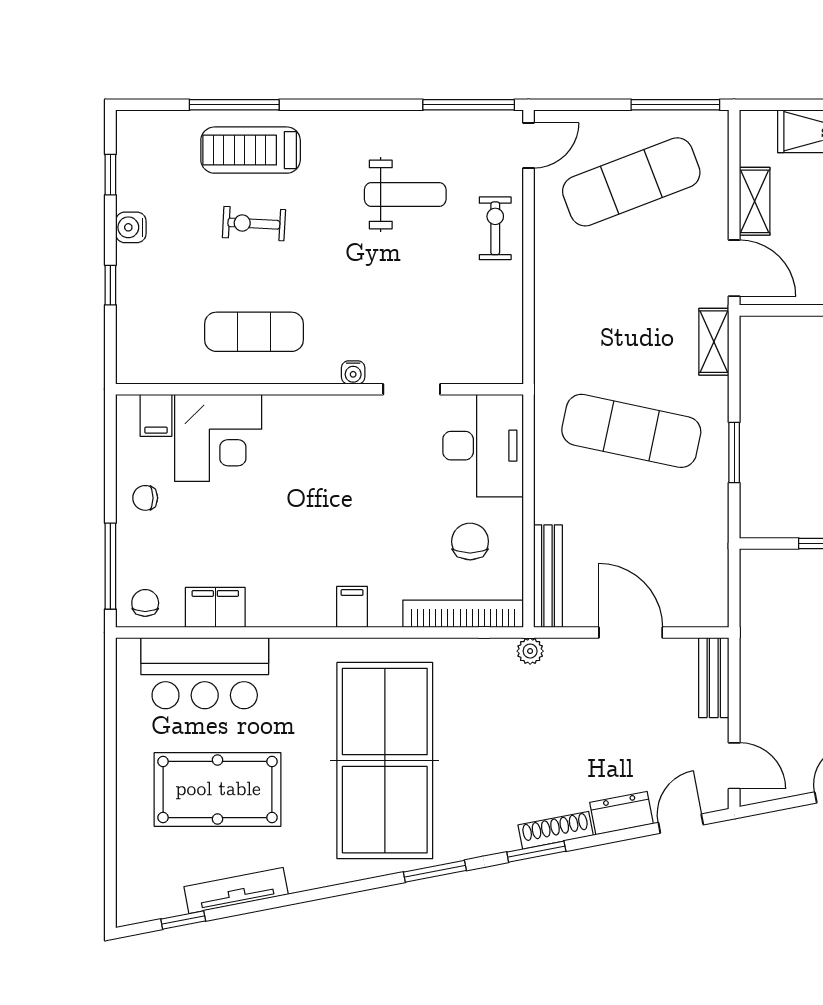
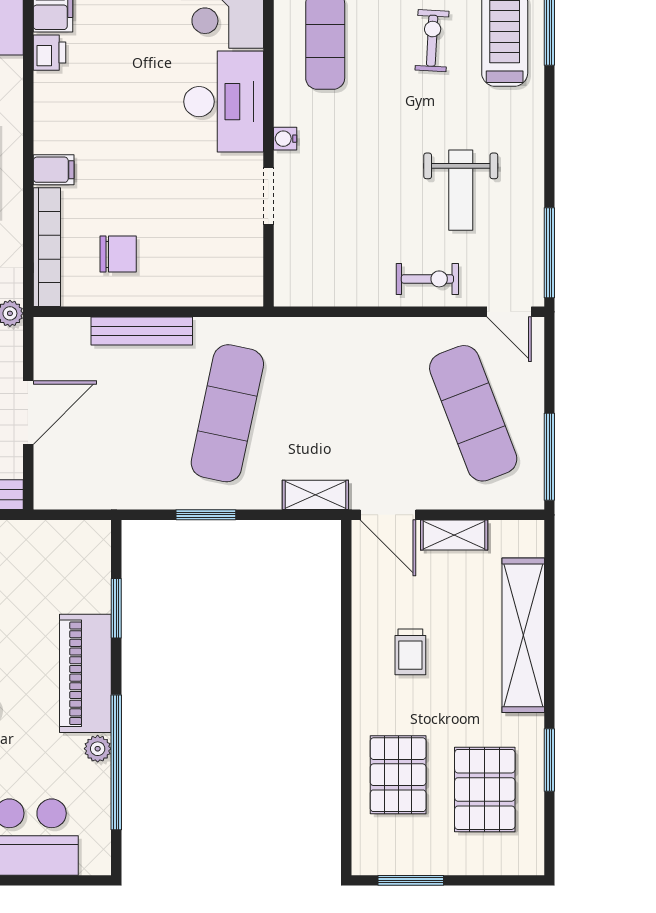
door: (734, 268) -> (388, 515), hinge flipped
desk: (483, 446) -> (224, 102), moved, turned -90
bench: (548, 576) -> (142, 331), moved
filing cabinet: (352, 607) -> (54, 170), moved
printer: (266, 611) -> (49, 53), added

